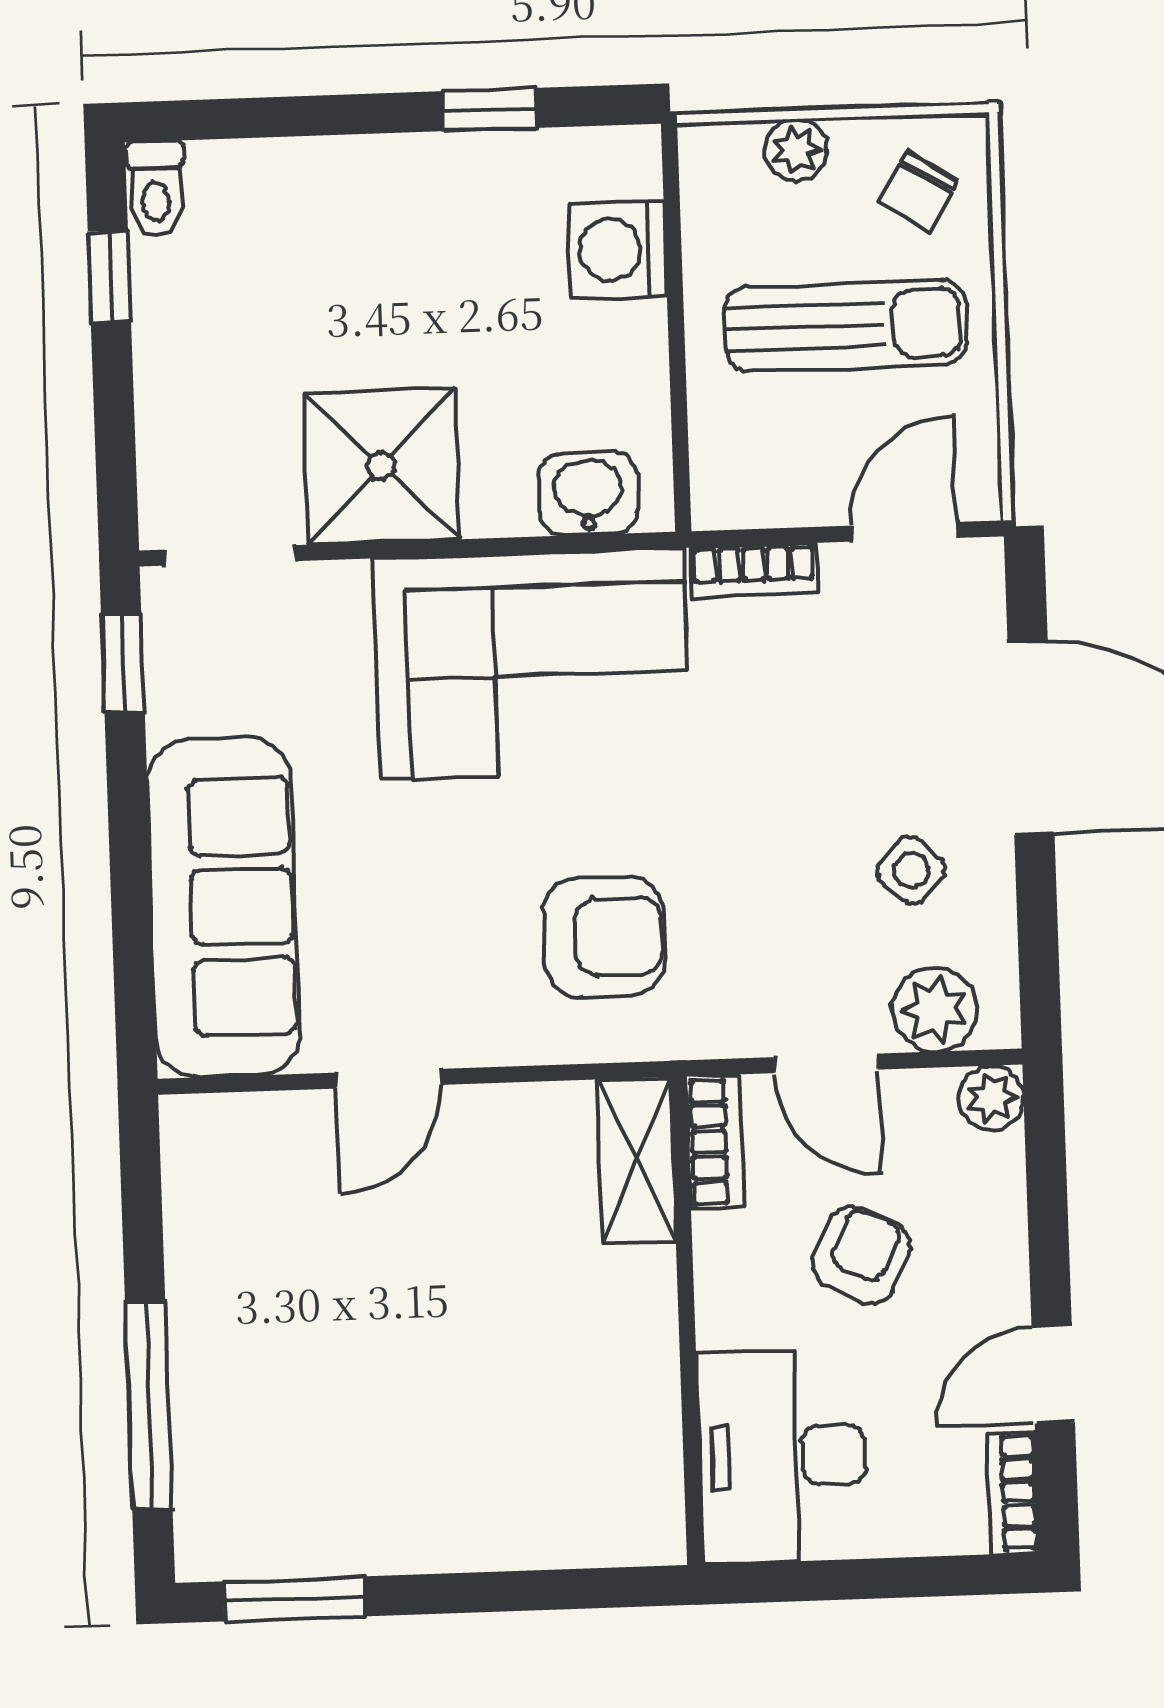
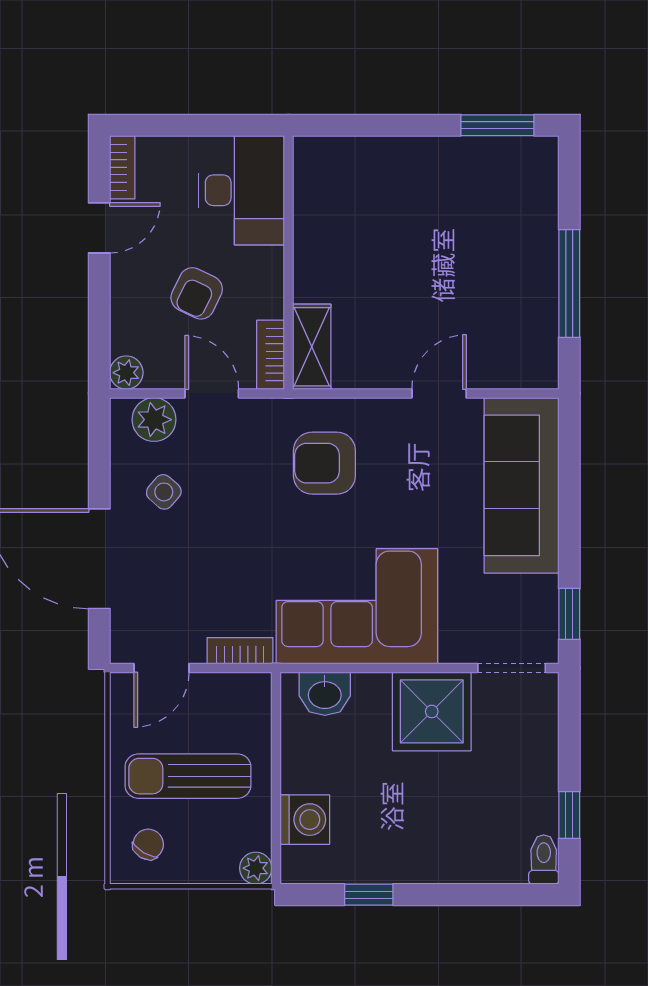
plant: (796, 150) -> (256, 868), moved
window: (149, 1405) -> (569, 283), moved

